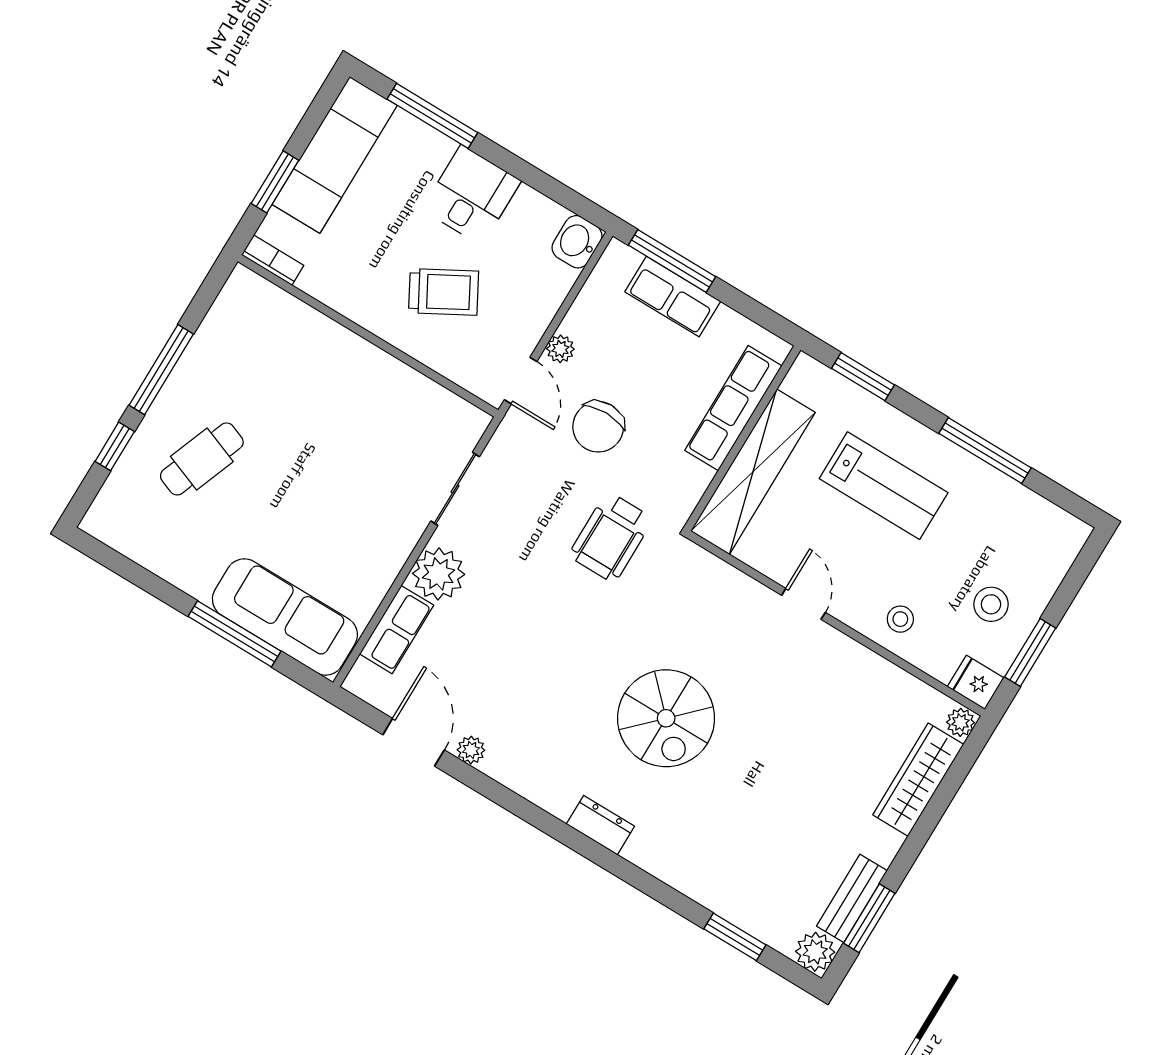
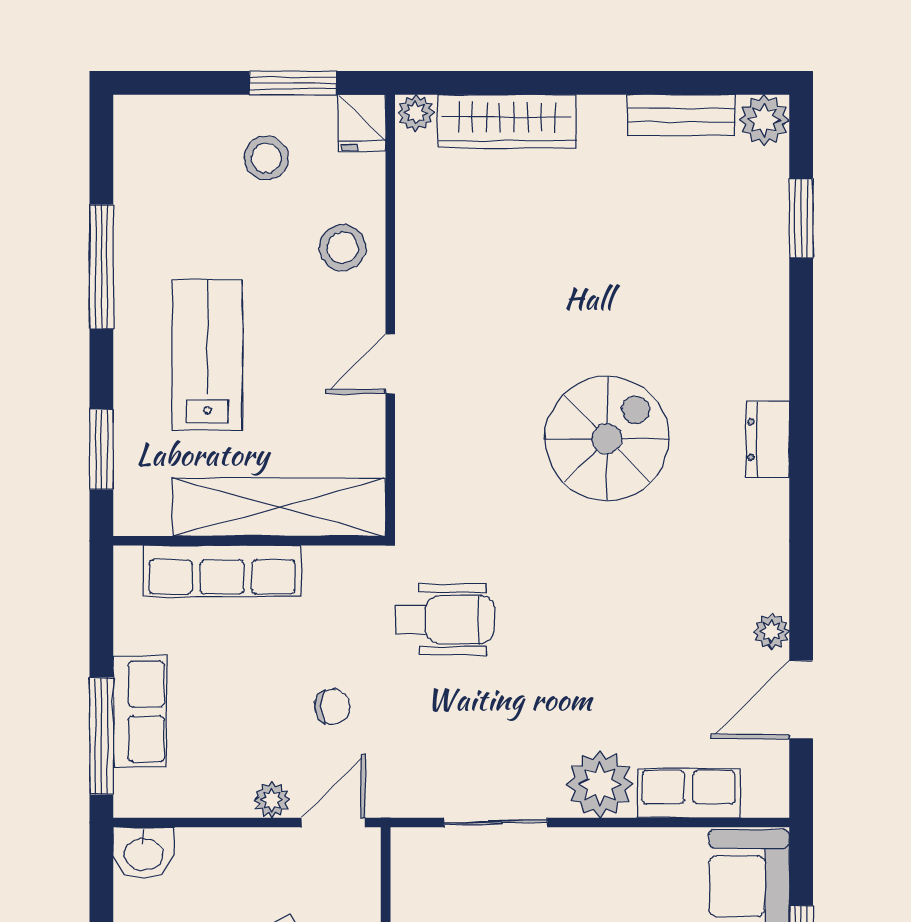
chair: (598, 427) -> (332, 707), width x0.54, depth x0.54
stool: (900, 619) -> (343, 248), width x1.37, depth x1.37
window: (869, 918) -> (691, 83), removed

